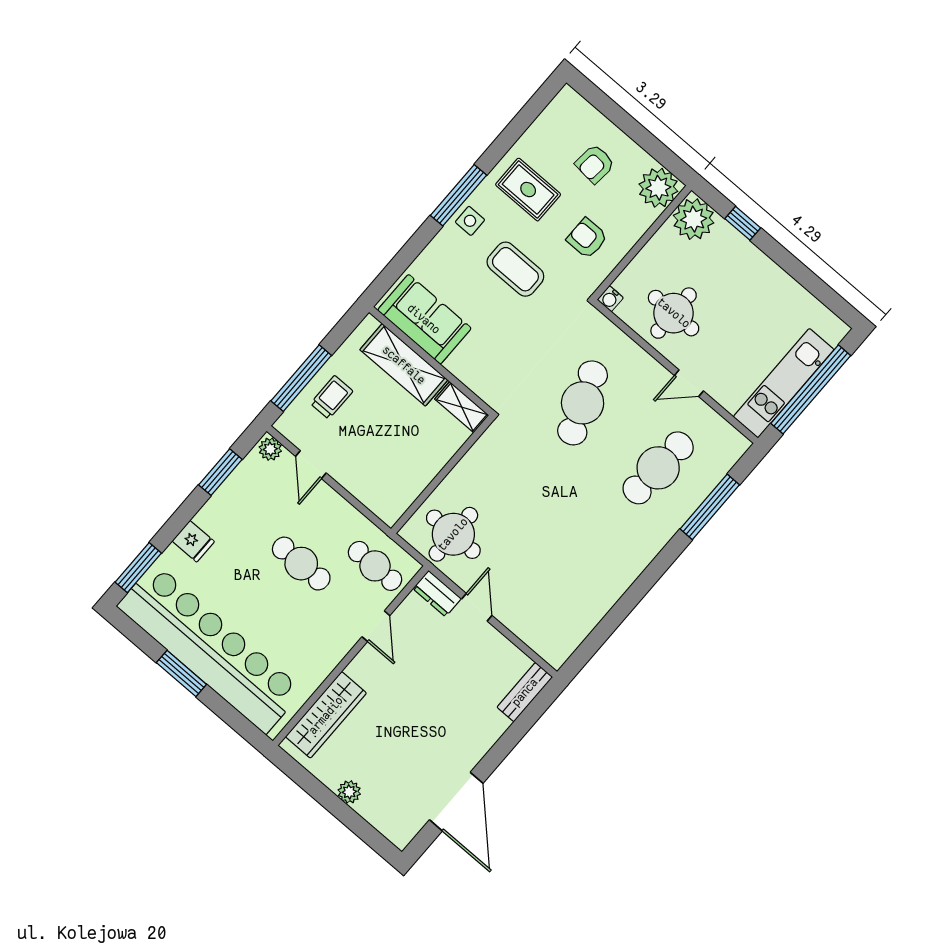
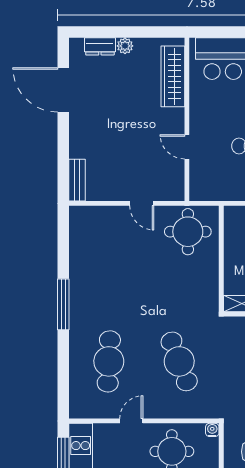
window: (710, 507) -> (63, 304), moved
cafe table: (375, 566) -> (215, 179), removed
dresser: (437, 594) -> (100, 46), moved, turned 180

